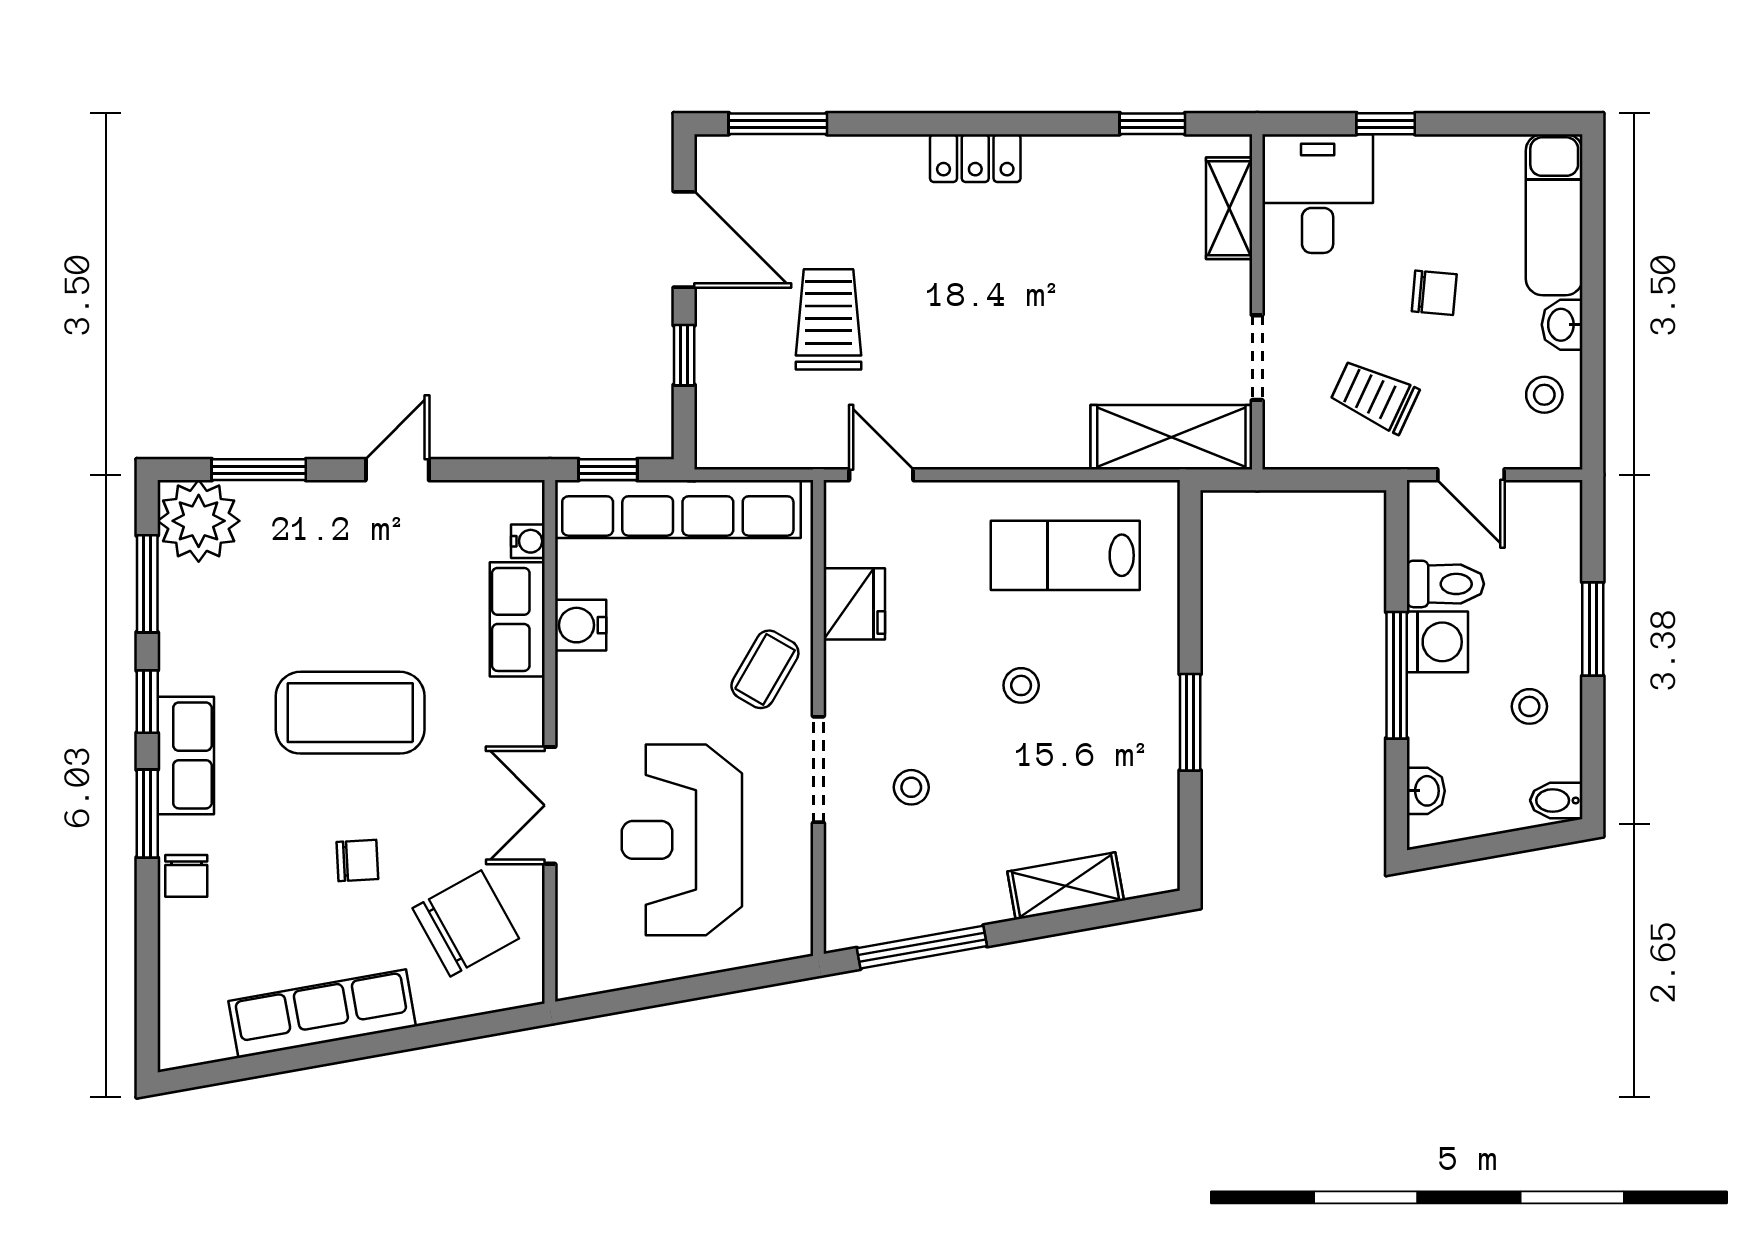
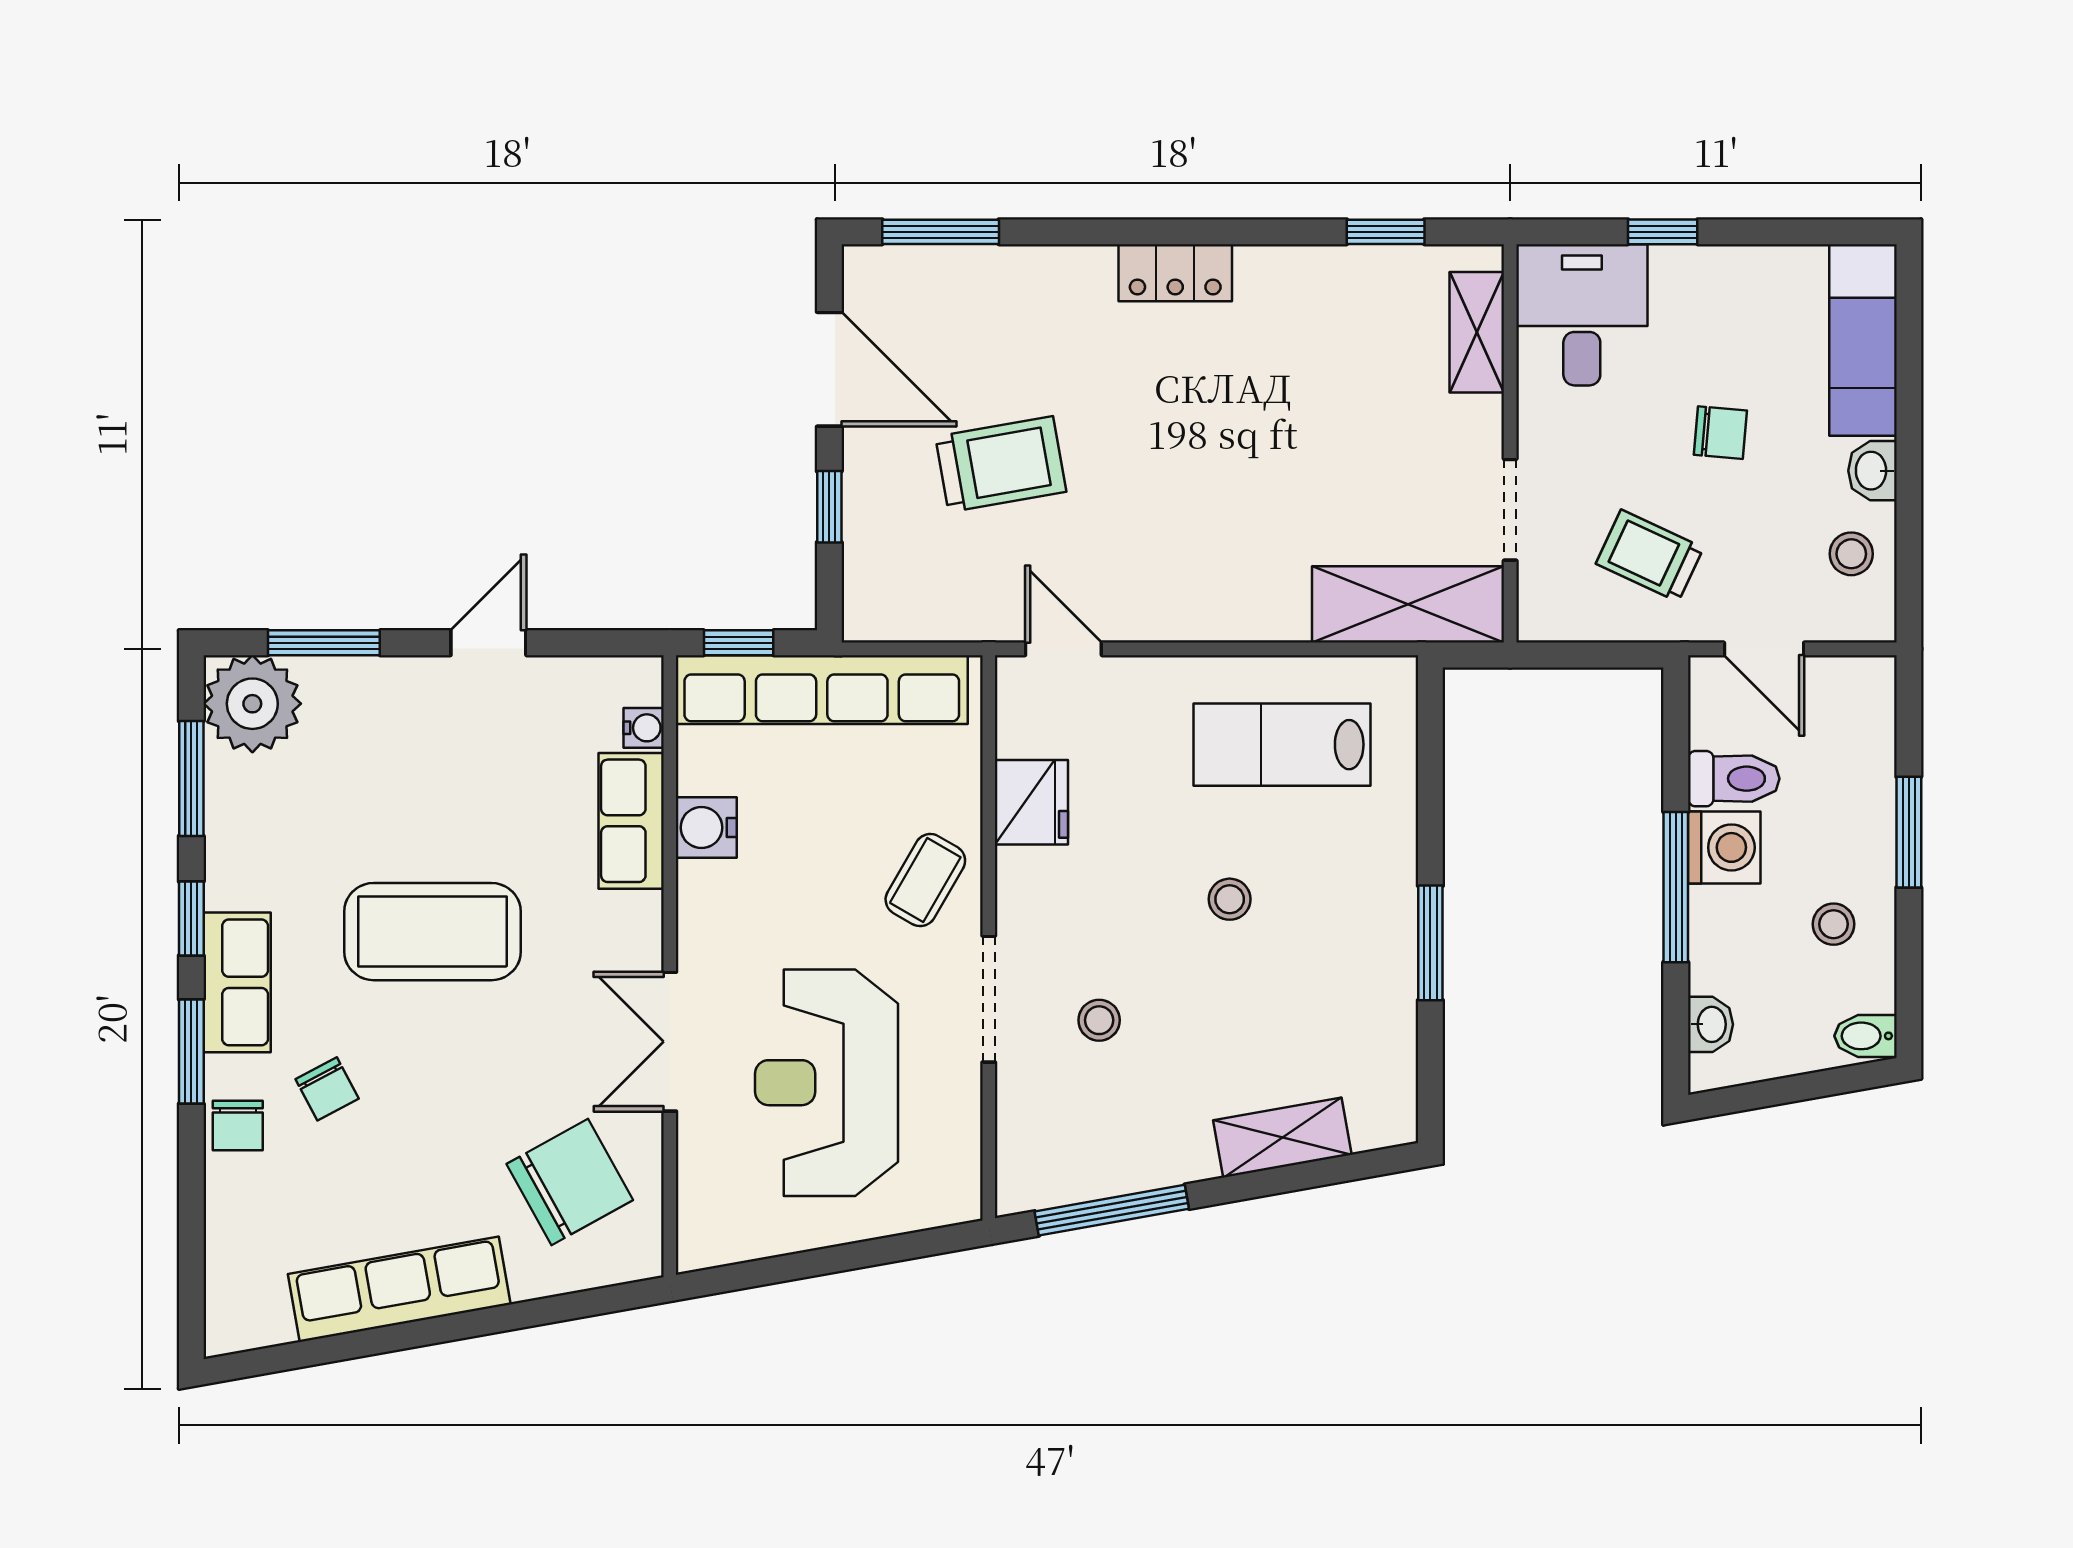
trolley: (828, 319) -> (1001, 464), turned 80
chair: (357, 861) -> (327, 1089), moved, turned 65

